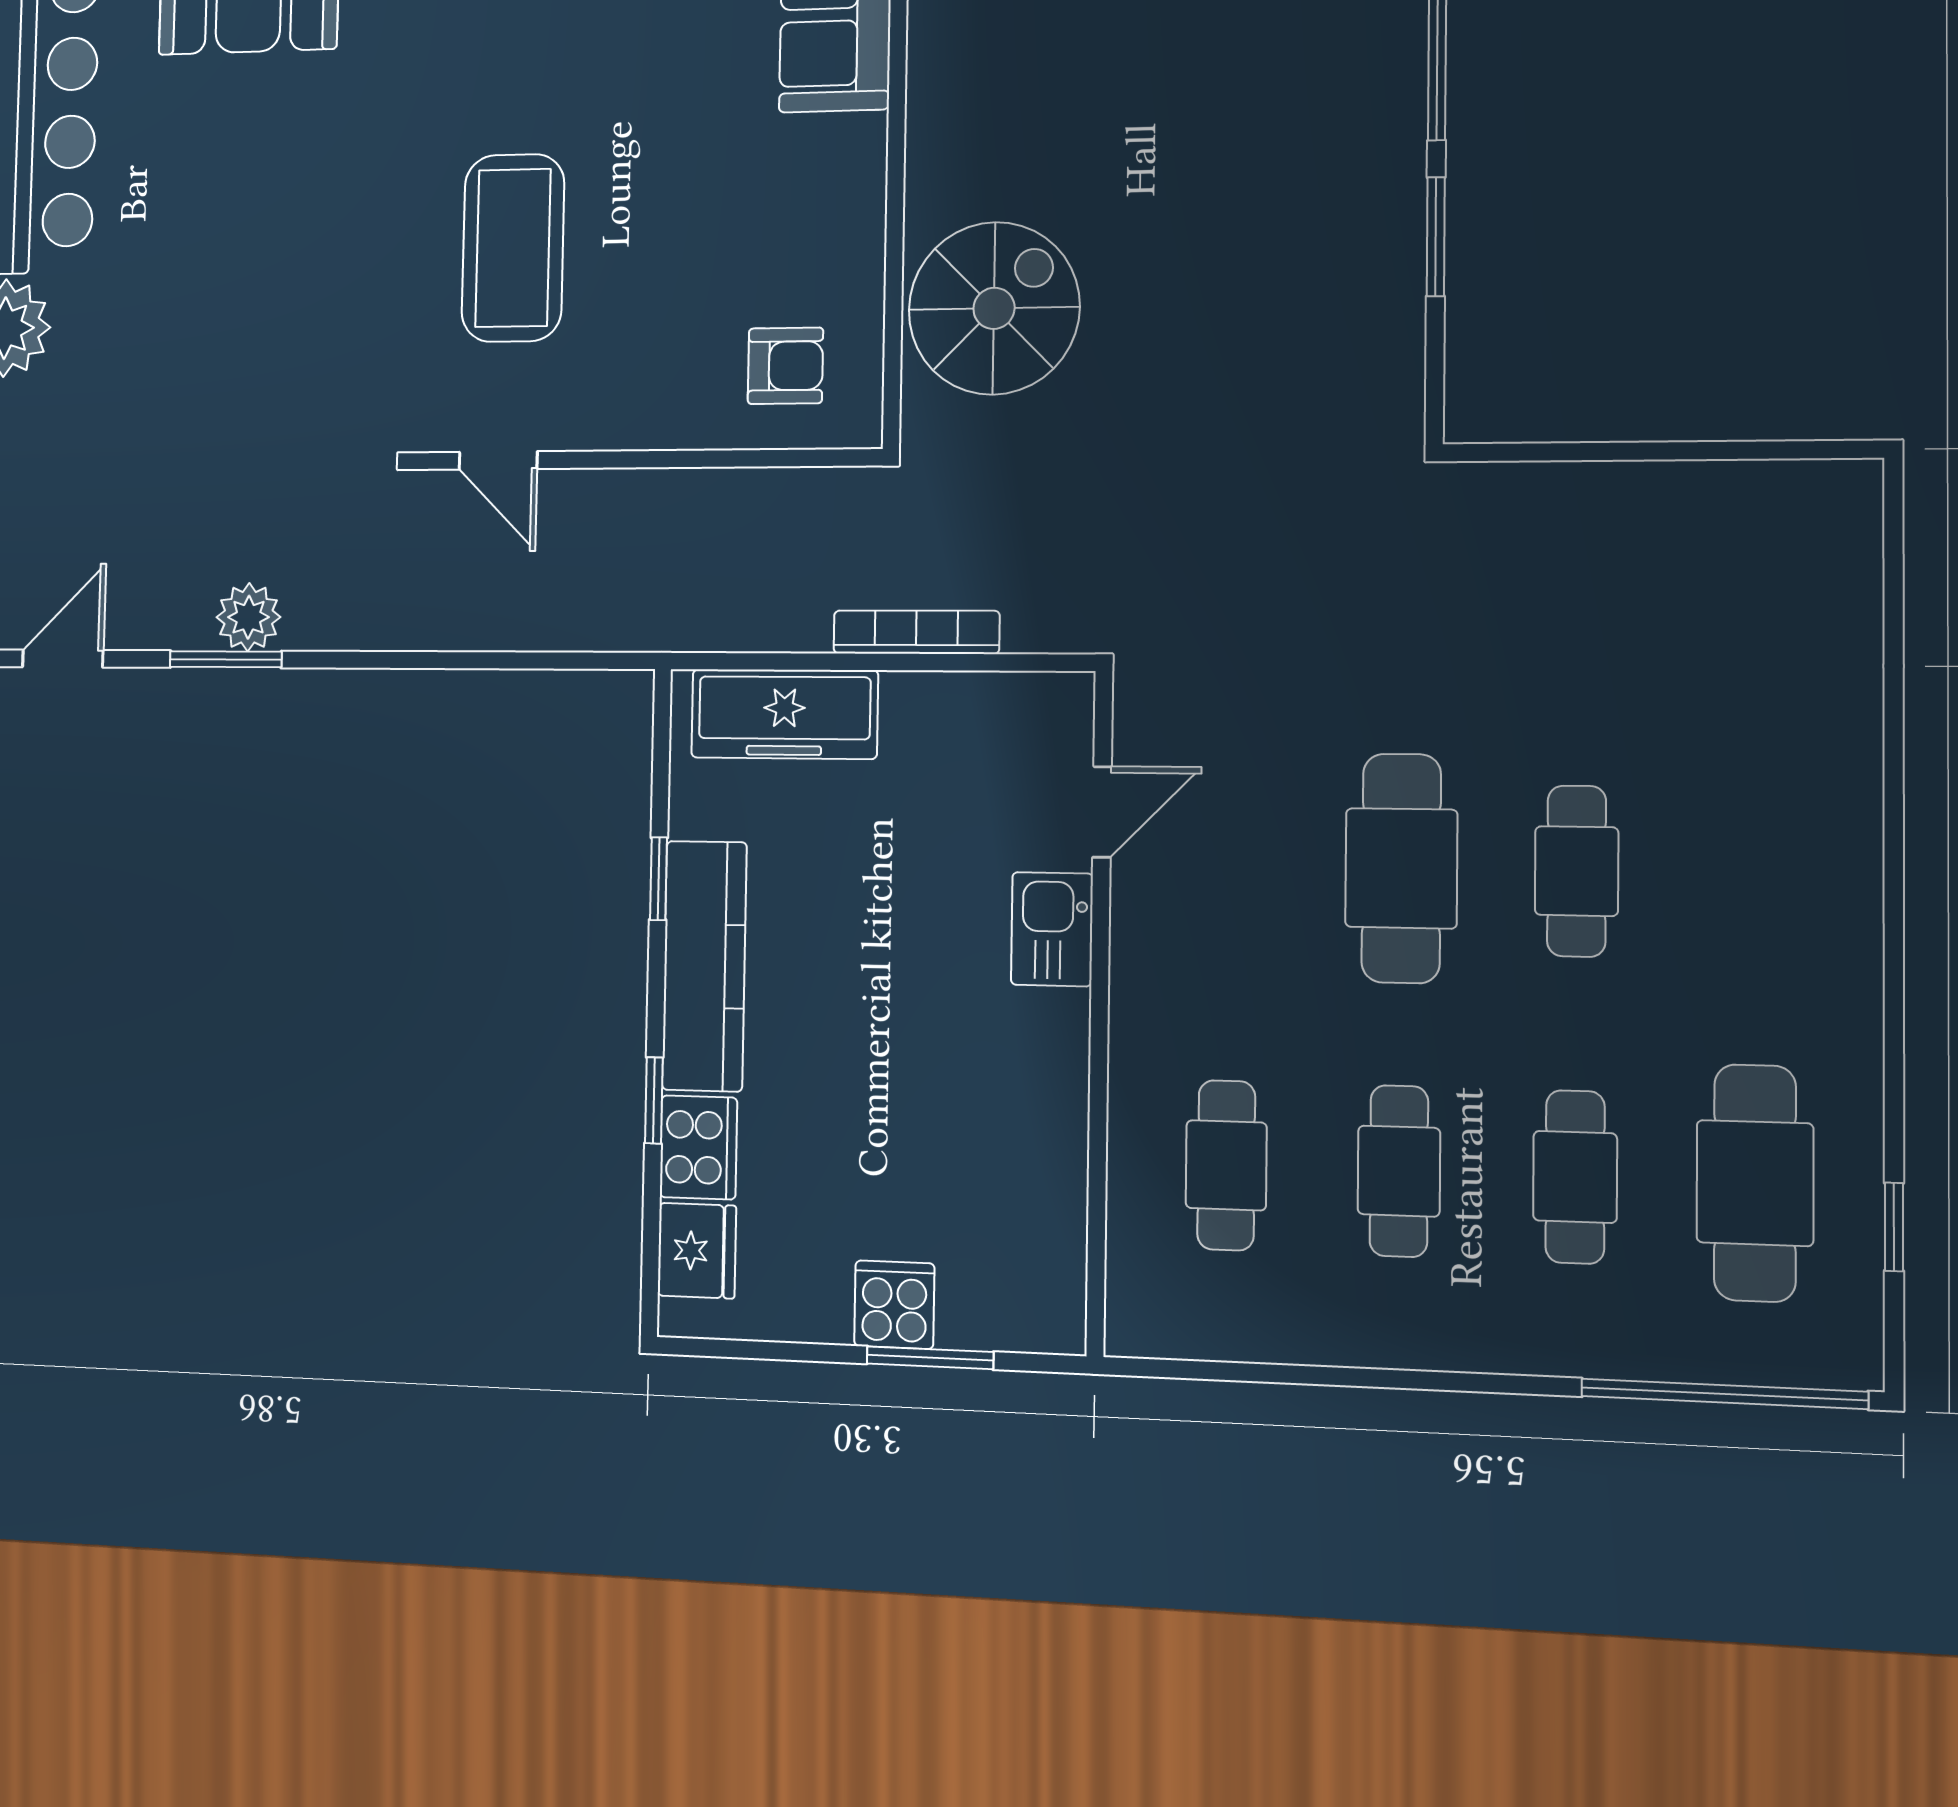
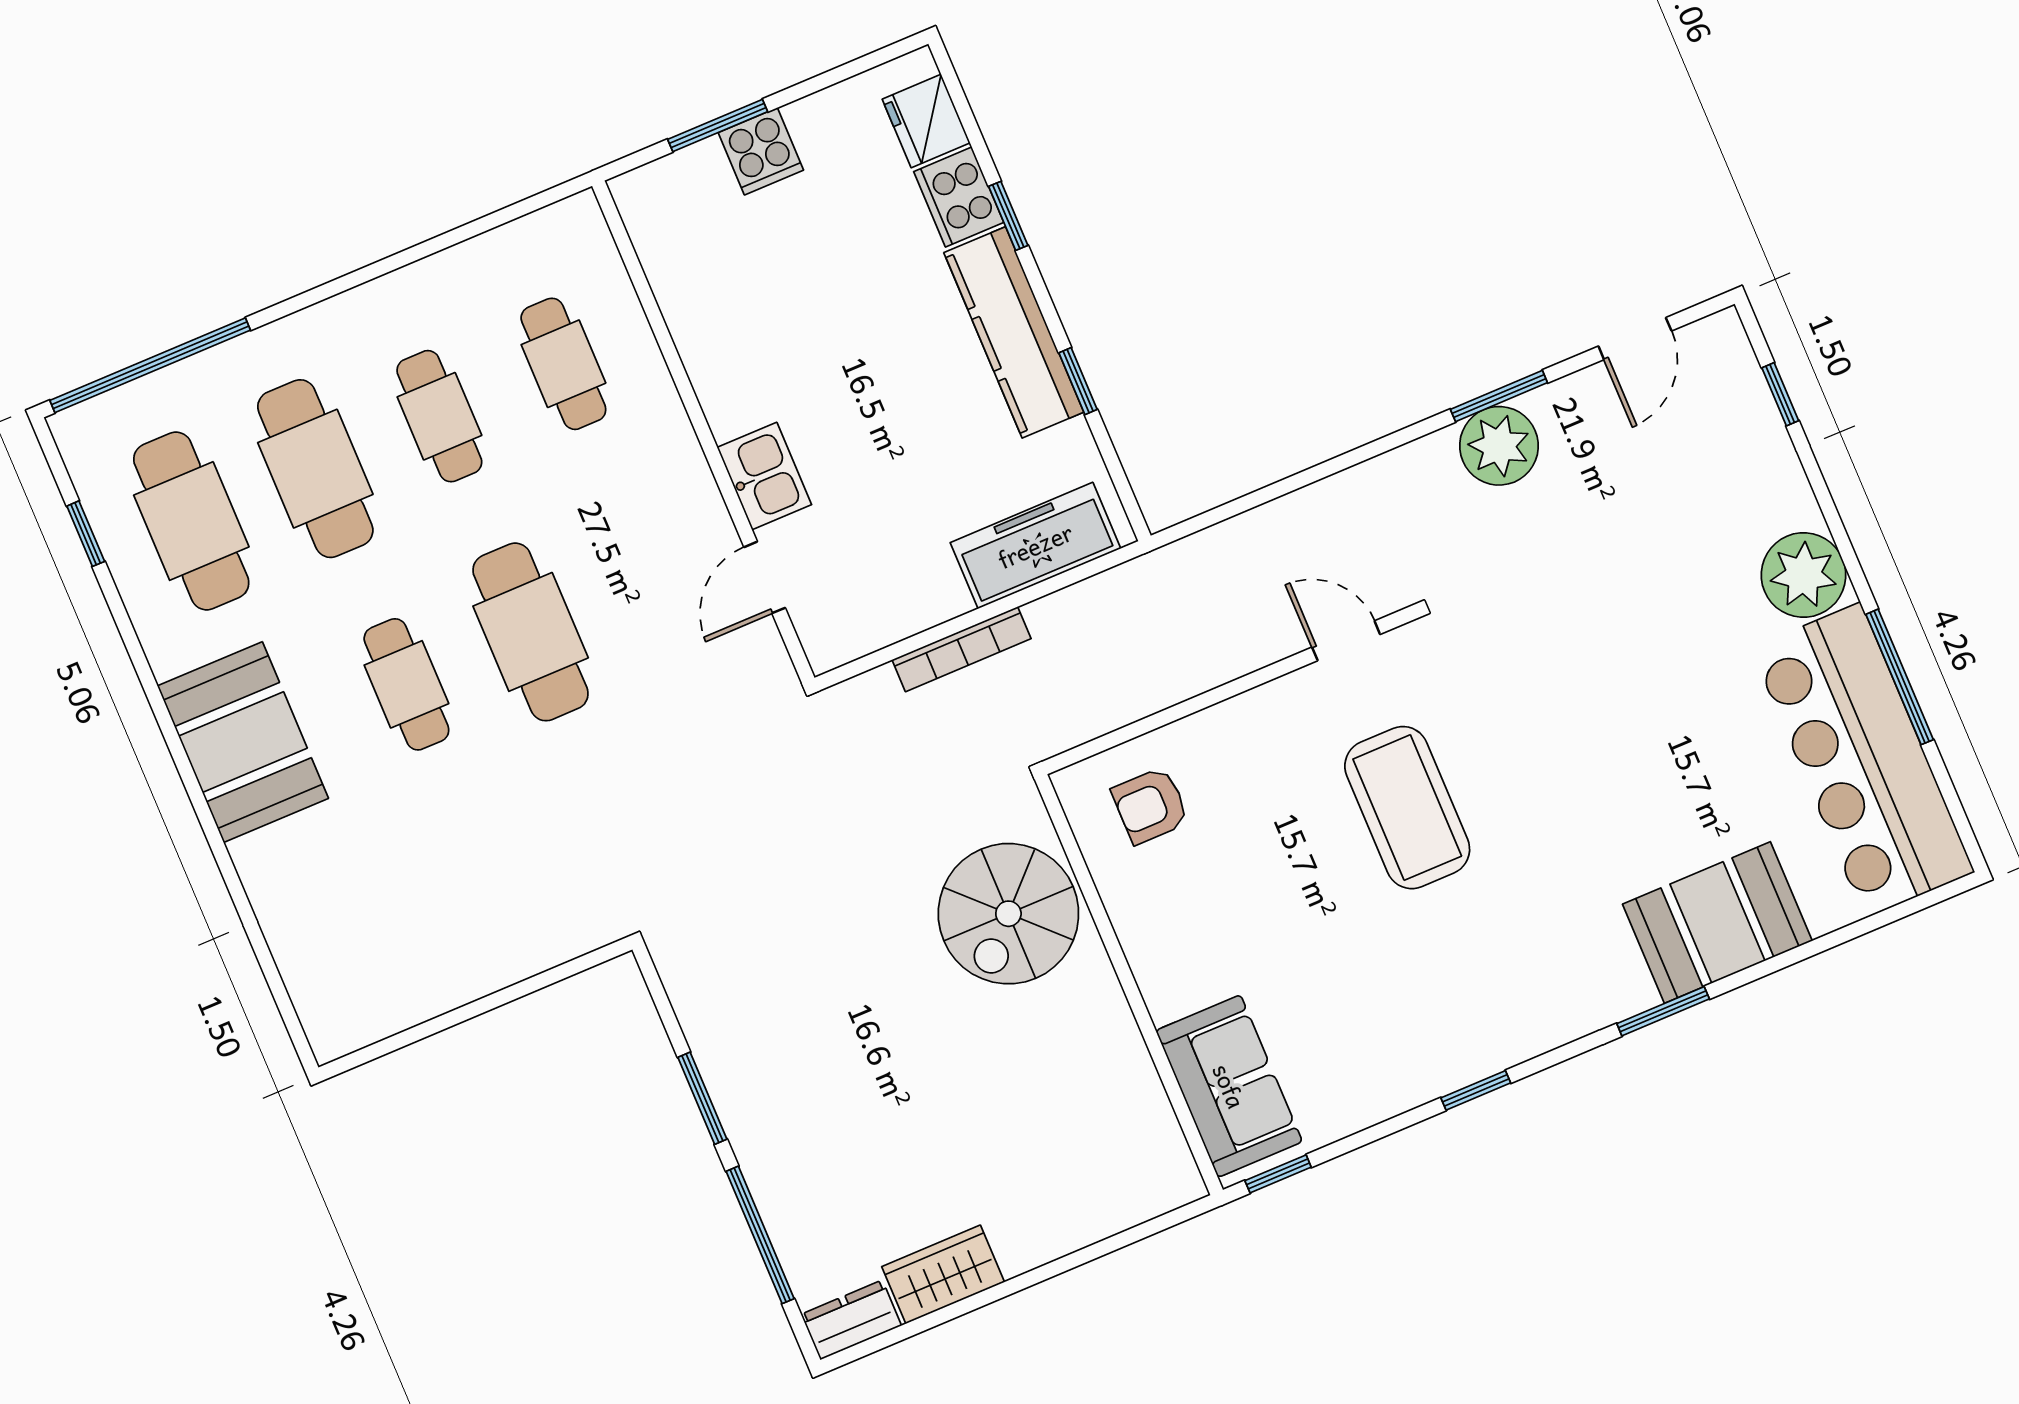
plant: (248, 617) -> (1499, 446), width x1.36, depth x1.36
booth: (1807, 889) -> (243, 742), added
cafe table: (1575, 1177) -> (315, 469), width x1.37, depth x1.35

